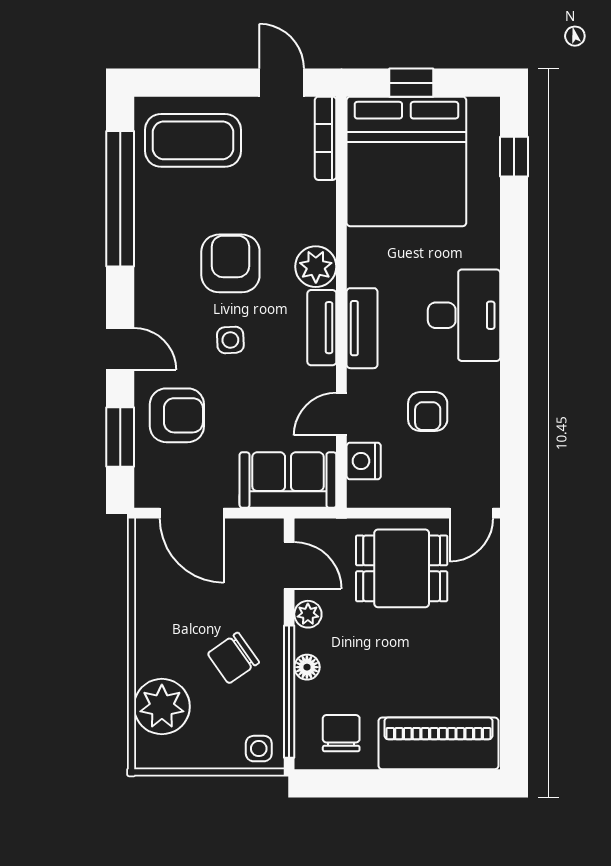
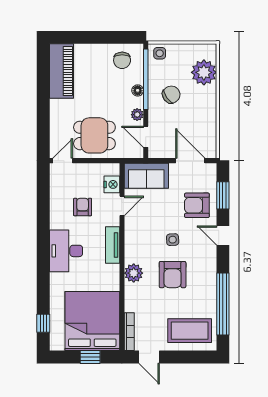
tv unit: (322, 328) -> (131, 245), removed
piano: (438, 743) -> (61, 71), moved, turned -90

